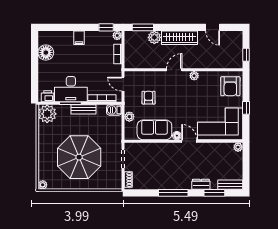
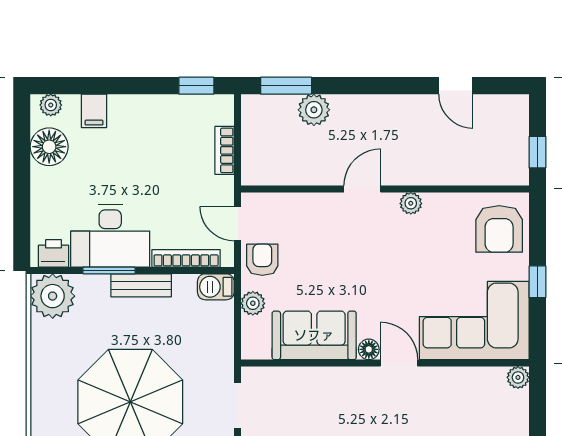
plant: (117, 35) -> (51, 105), moved
filing cabinet: (79, 38) -> (94, 111), moved
wardrobe: (180, 38) -> (375, 111), removed
armchair: (149, 98) -> (262, 260), moved

